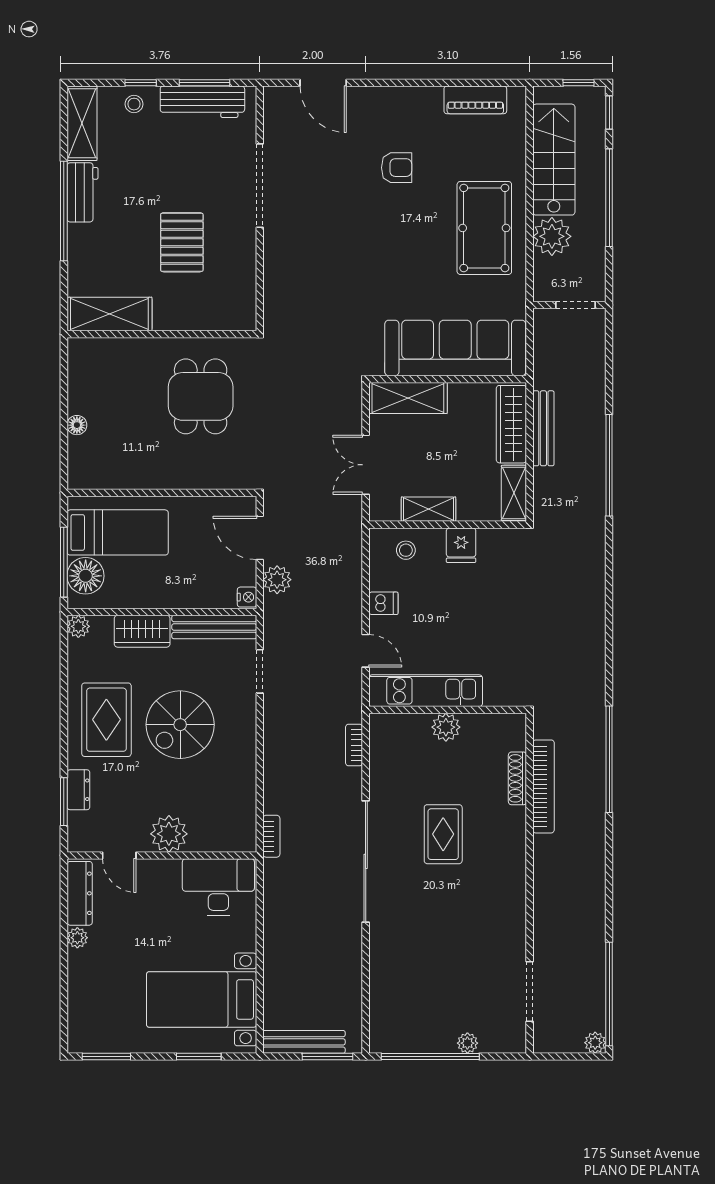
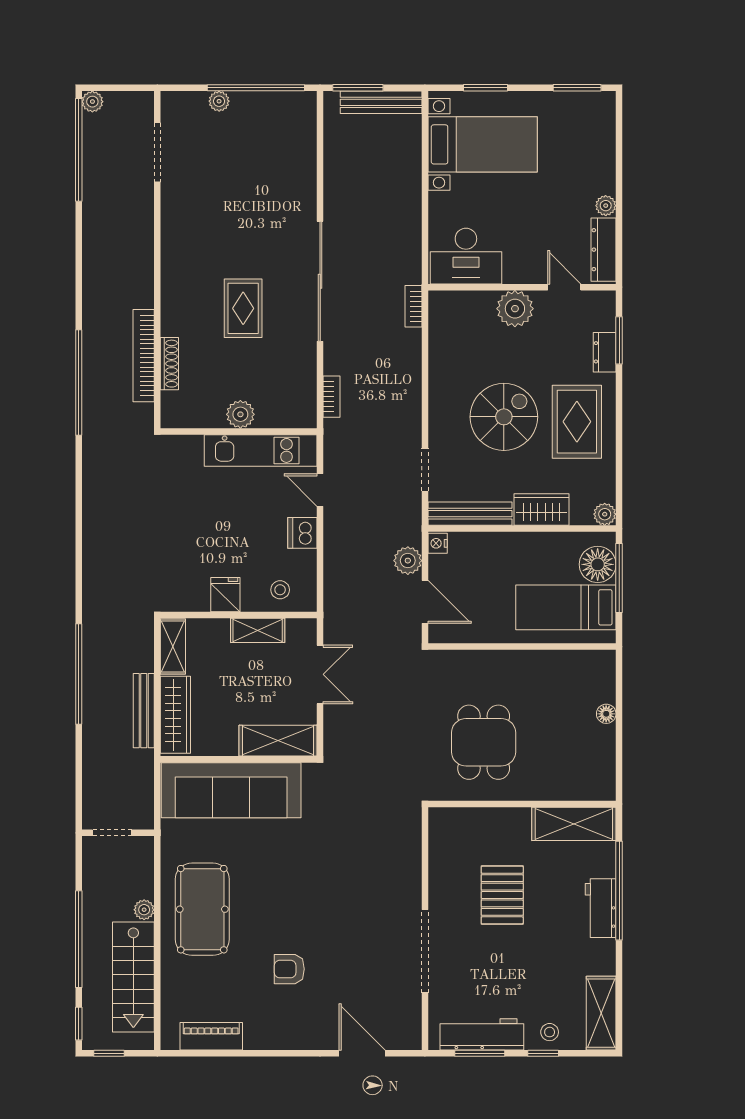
workbench: (82, 192) -> (601, 908), moved
window: (64, 211) -> (619, 891), moved
plant: (552, 236) -> (144, 910), width x0.53, depth x0.53
dishwasher: (383, 603) -> (302, 533), width x1.38

